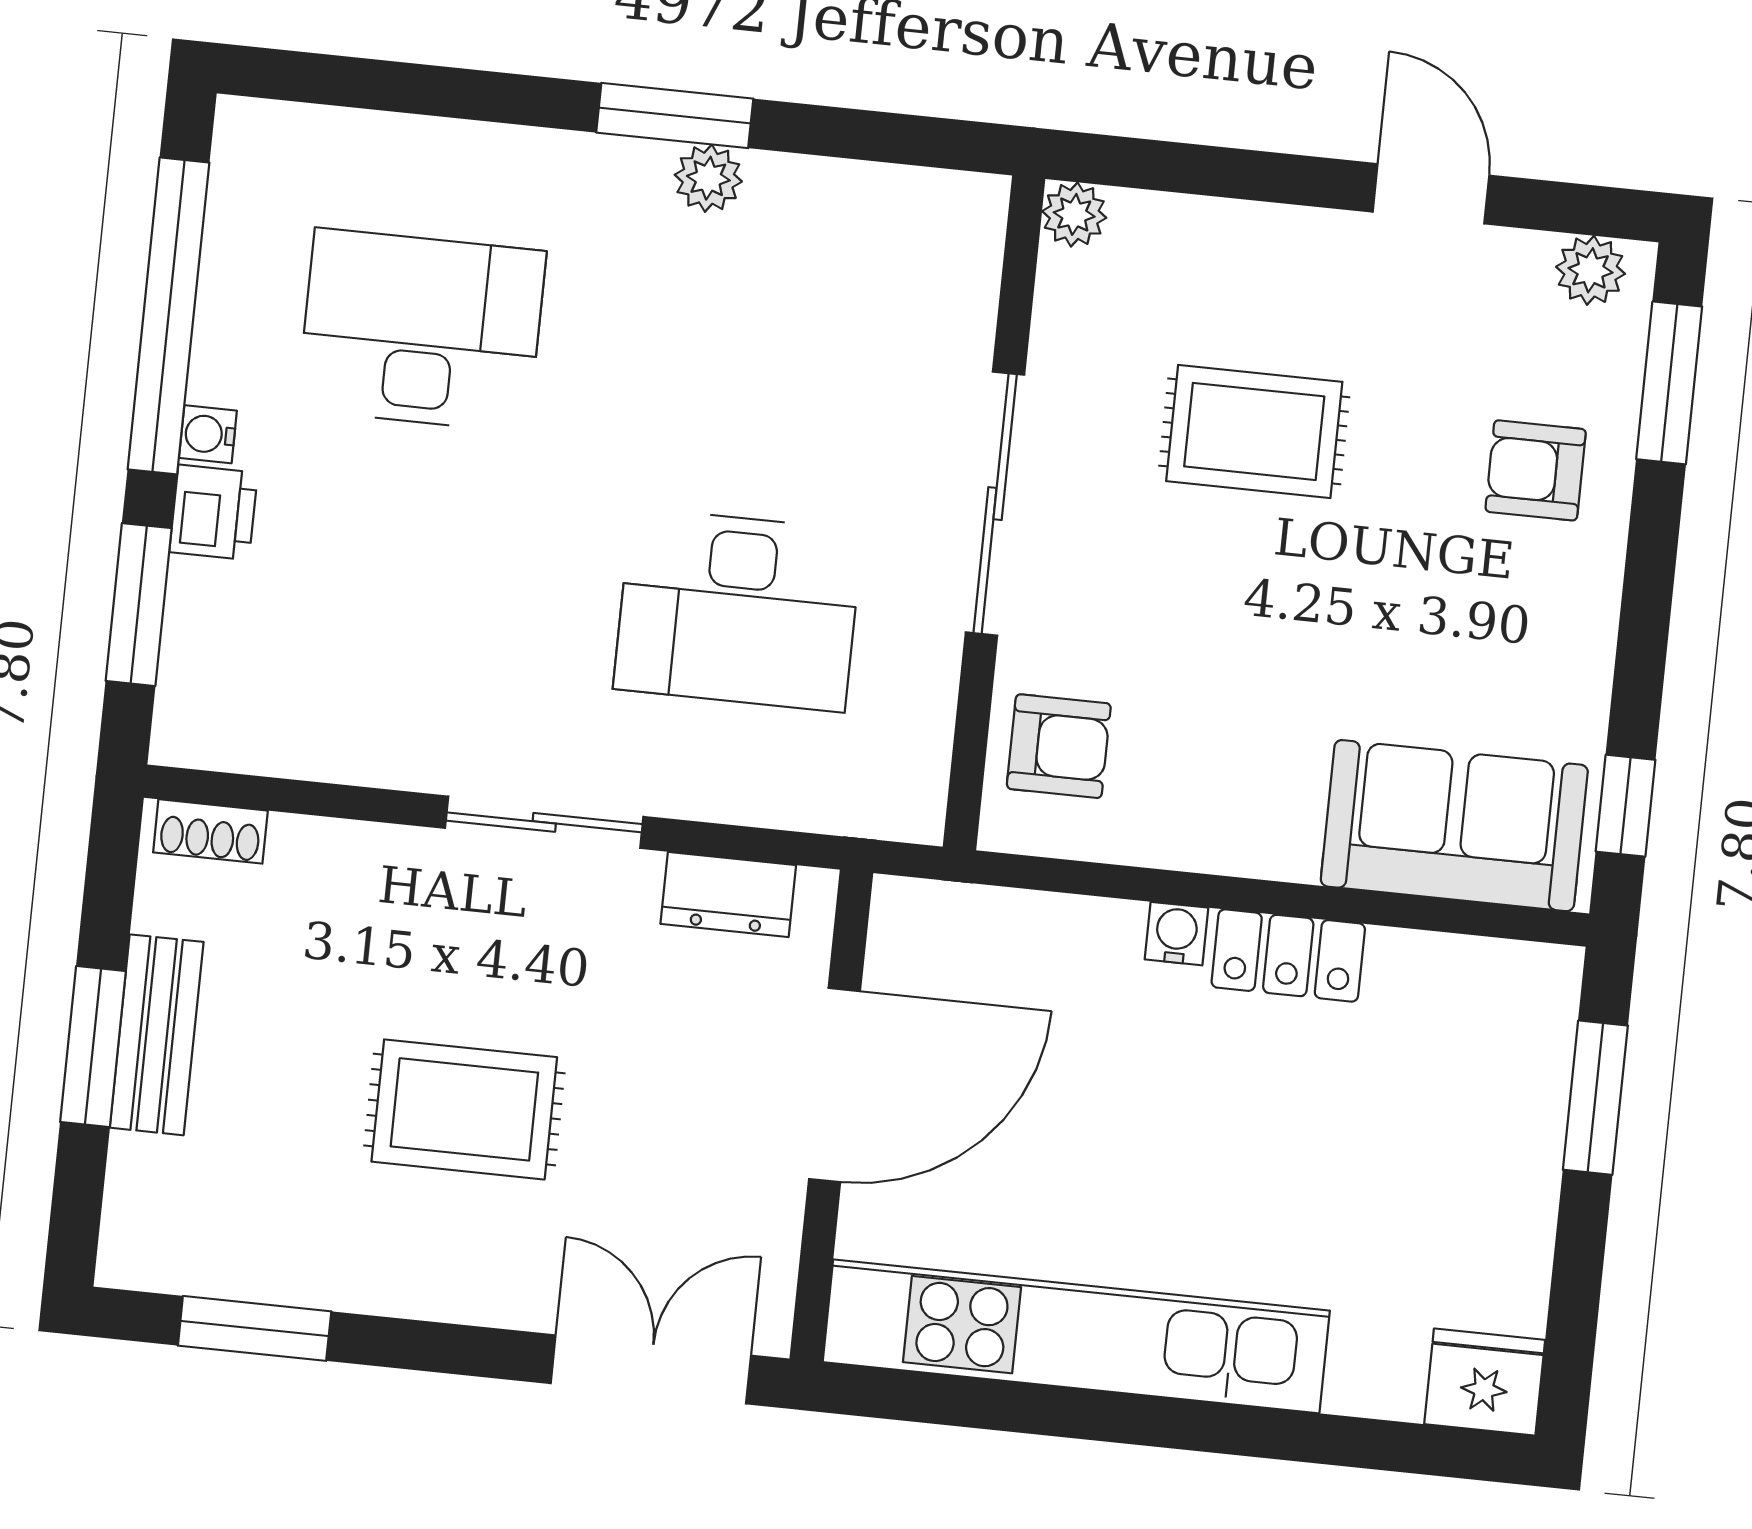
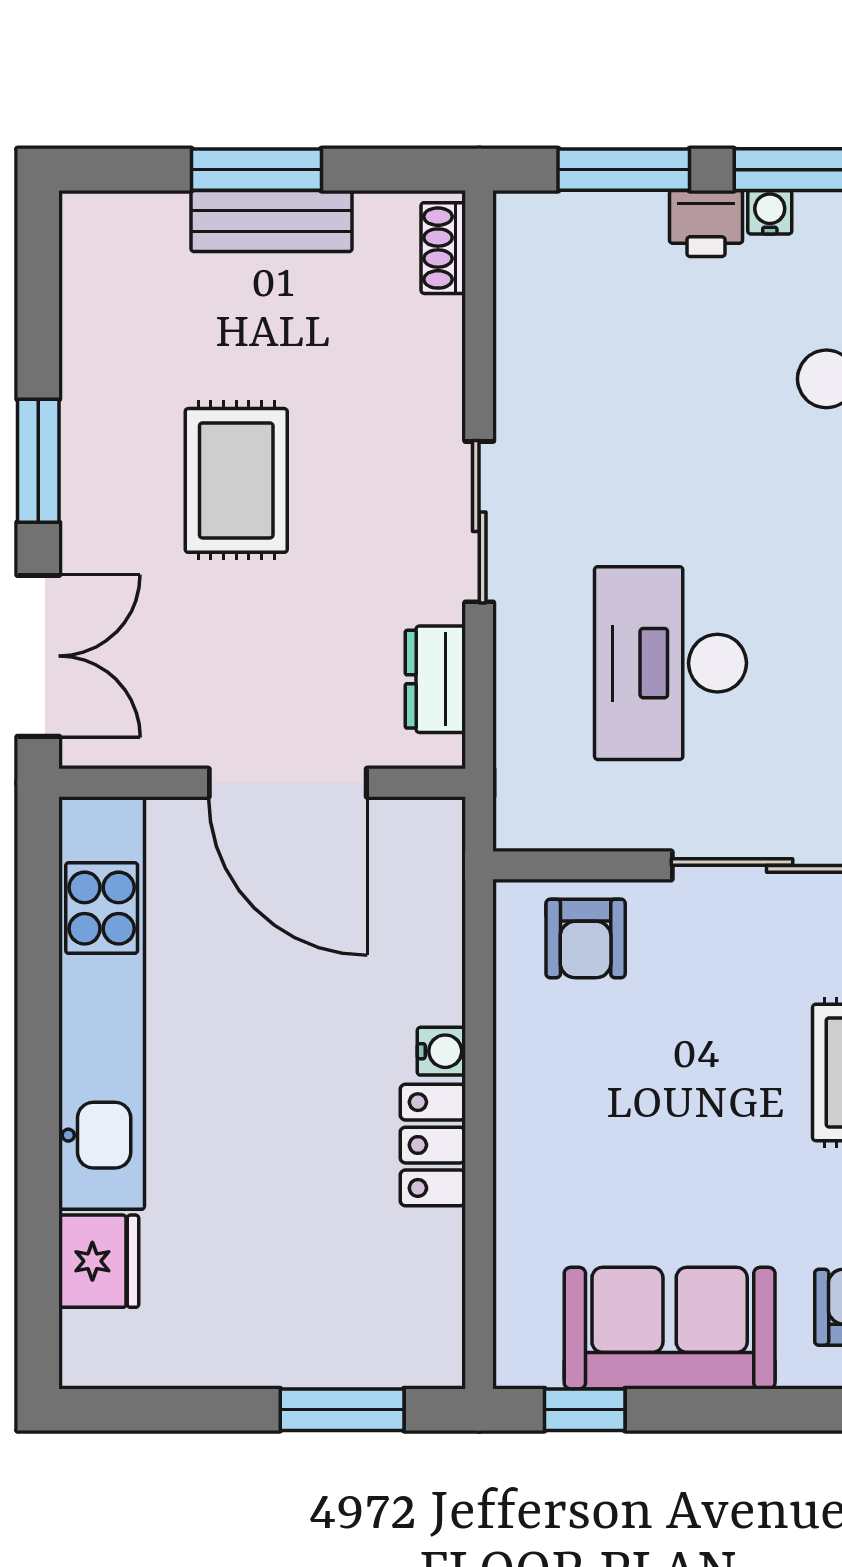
sofa: (1454, 826) -> (670, 1328), moved, turned -90
window: (255, 1328) -> (38, 461), moved
fridge: (1485, 1382) -> (99, 1261), moved

